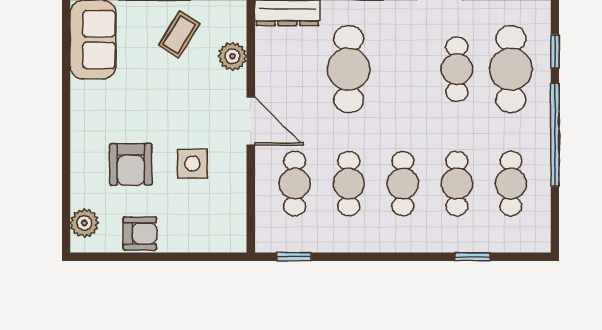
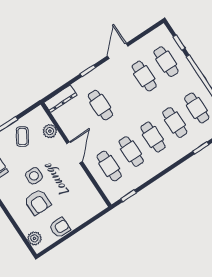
cafe table: (349, 69) -> (100, 105), width x0.73, depth x0.74
cafe table: (511, 69) -> (166, 62), width x0.73, depth x0.74
door: (251, 121) -> (75, 152), hinge flipped
side table: (192, 164) -> (34, 176), moved

